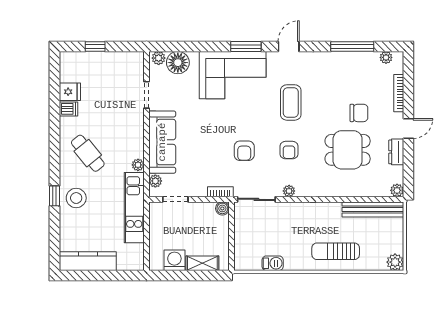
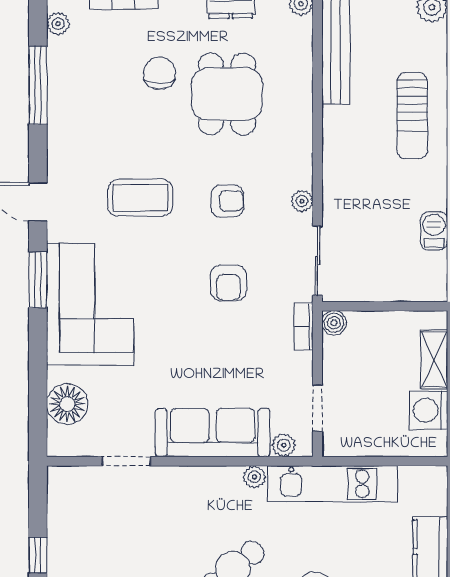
plant: (159, 58) -> (59, 439), removed
armchair: (244, 151) -> (228, 283), turned 90

